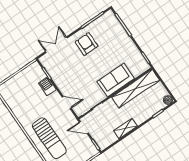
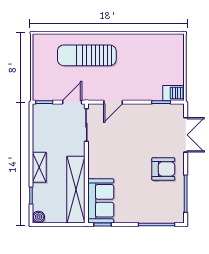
sofa: (116, 80) -> (101, 201), moved
barbecue: (47, 86) -> (173, 93), moved
shelving: (125, 128) -> (39, 167), moved

